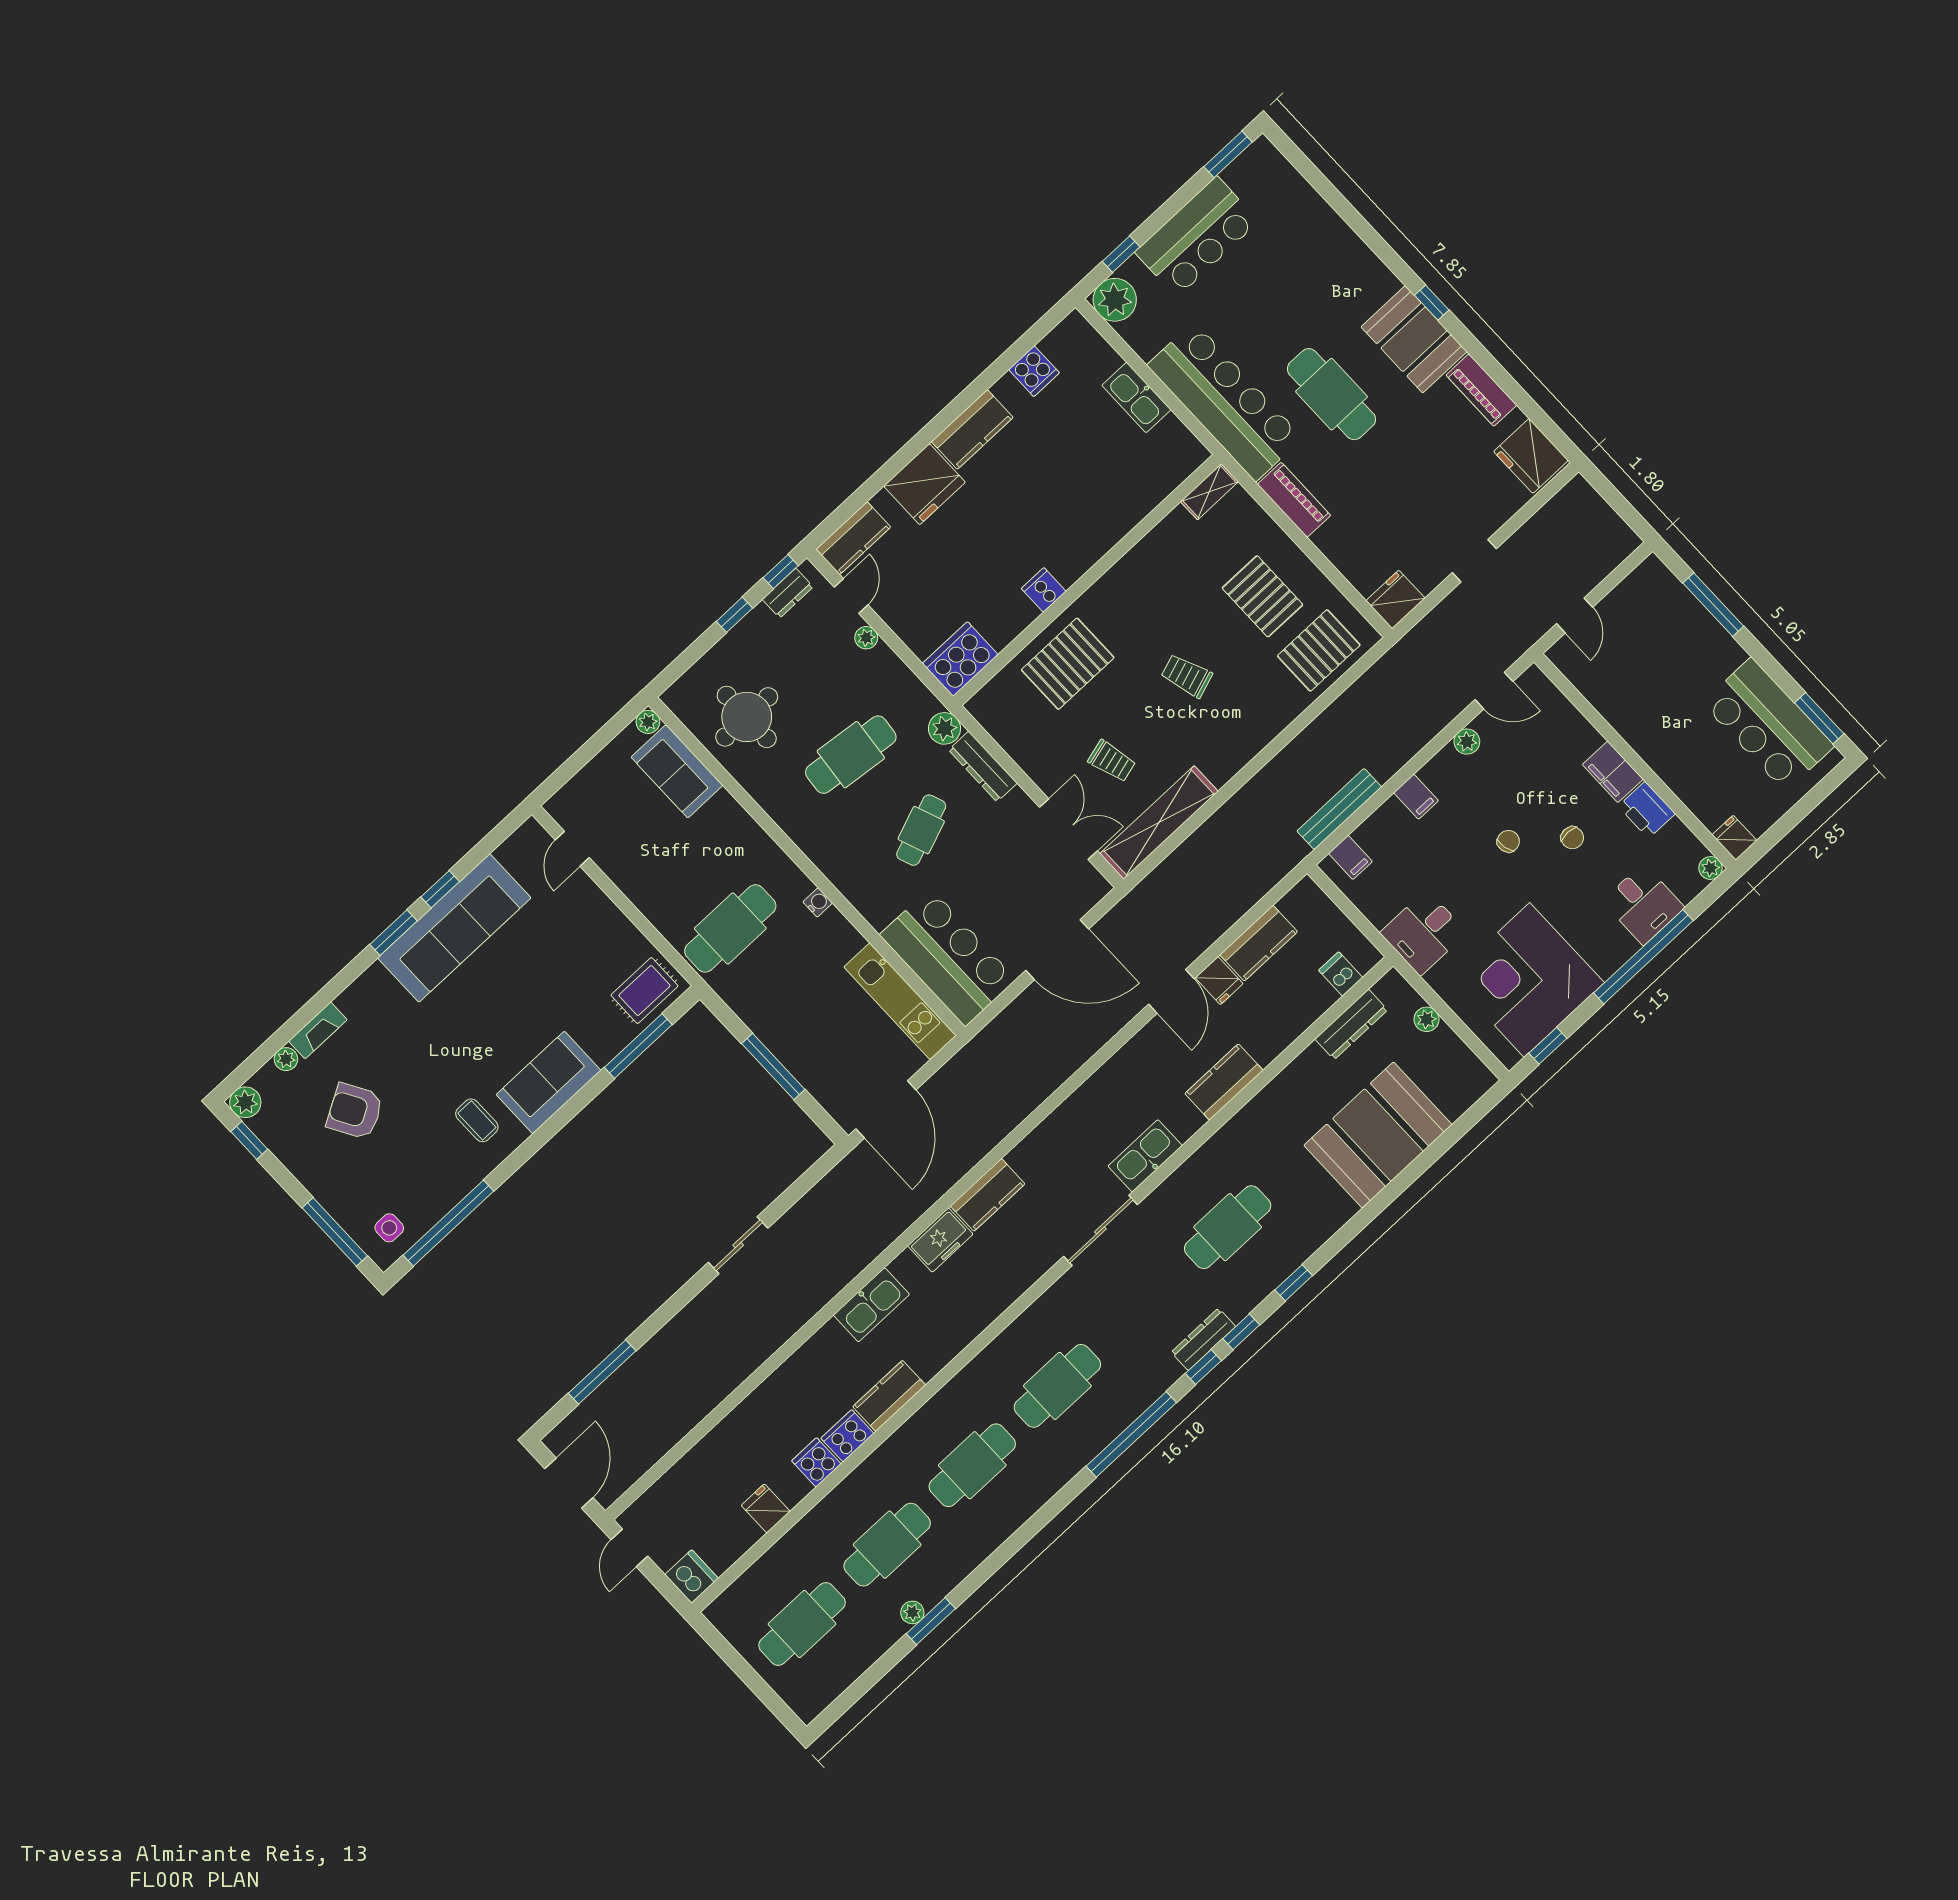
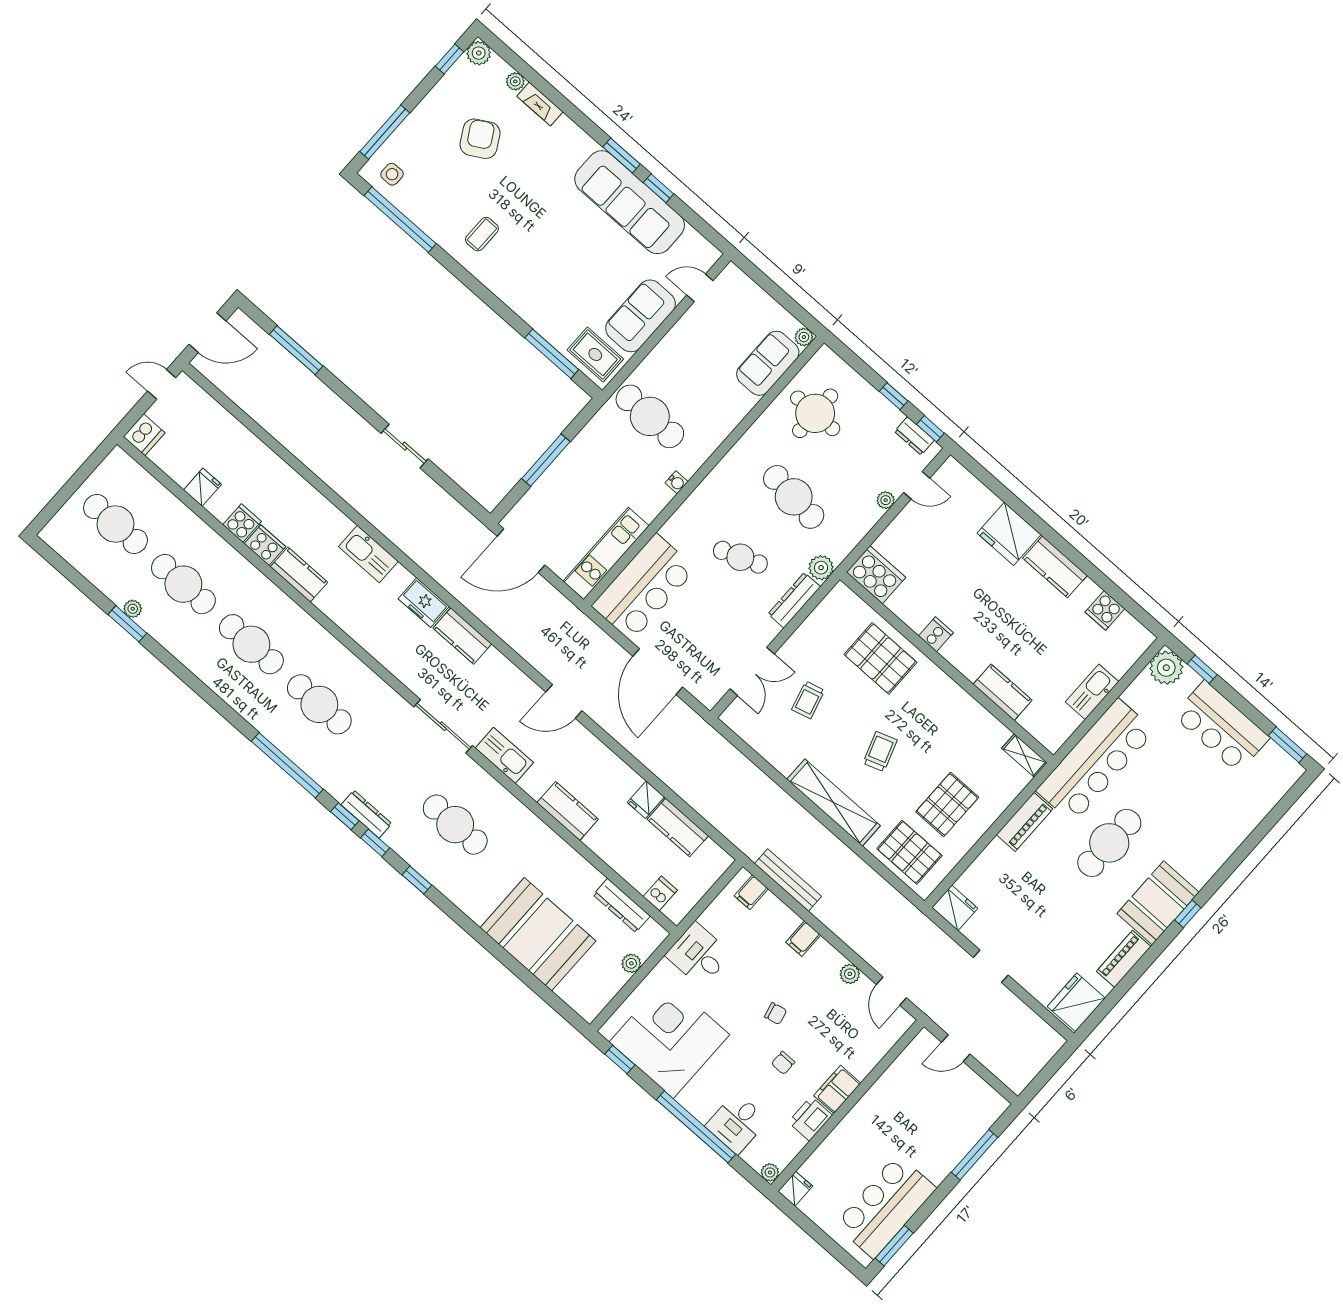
kitchen counter: (853, 538) -> (1003, 692), moved, turned 180
shelving: (1159, 822) -> (834, 803), moved
door: (1171, 991) -> (564, 701), moved
sofa: (549, 1082) -> (641, 316), moved, turned -90

